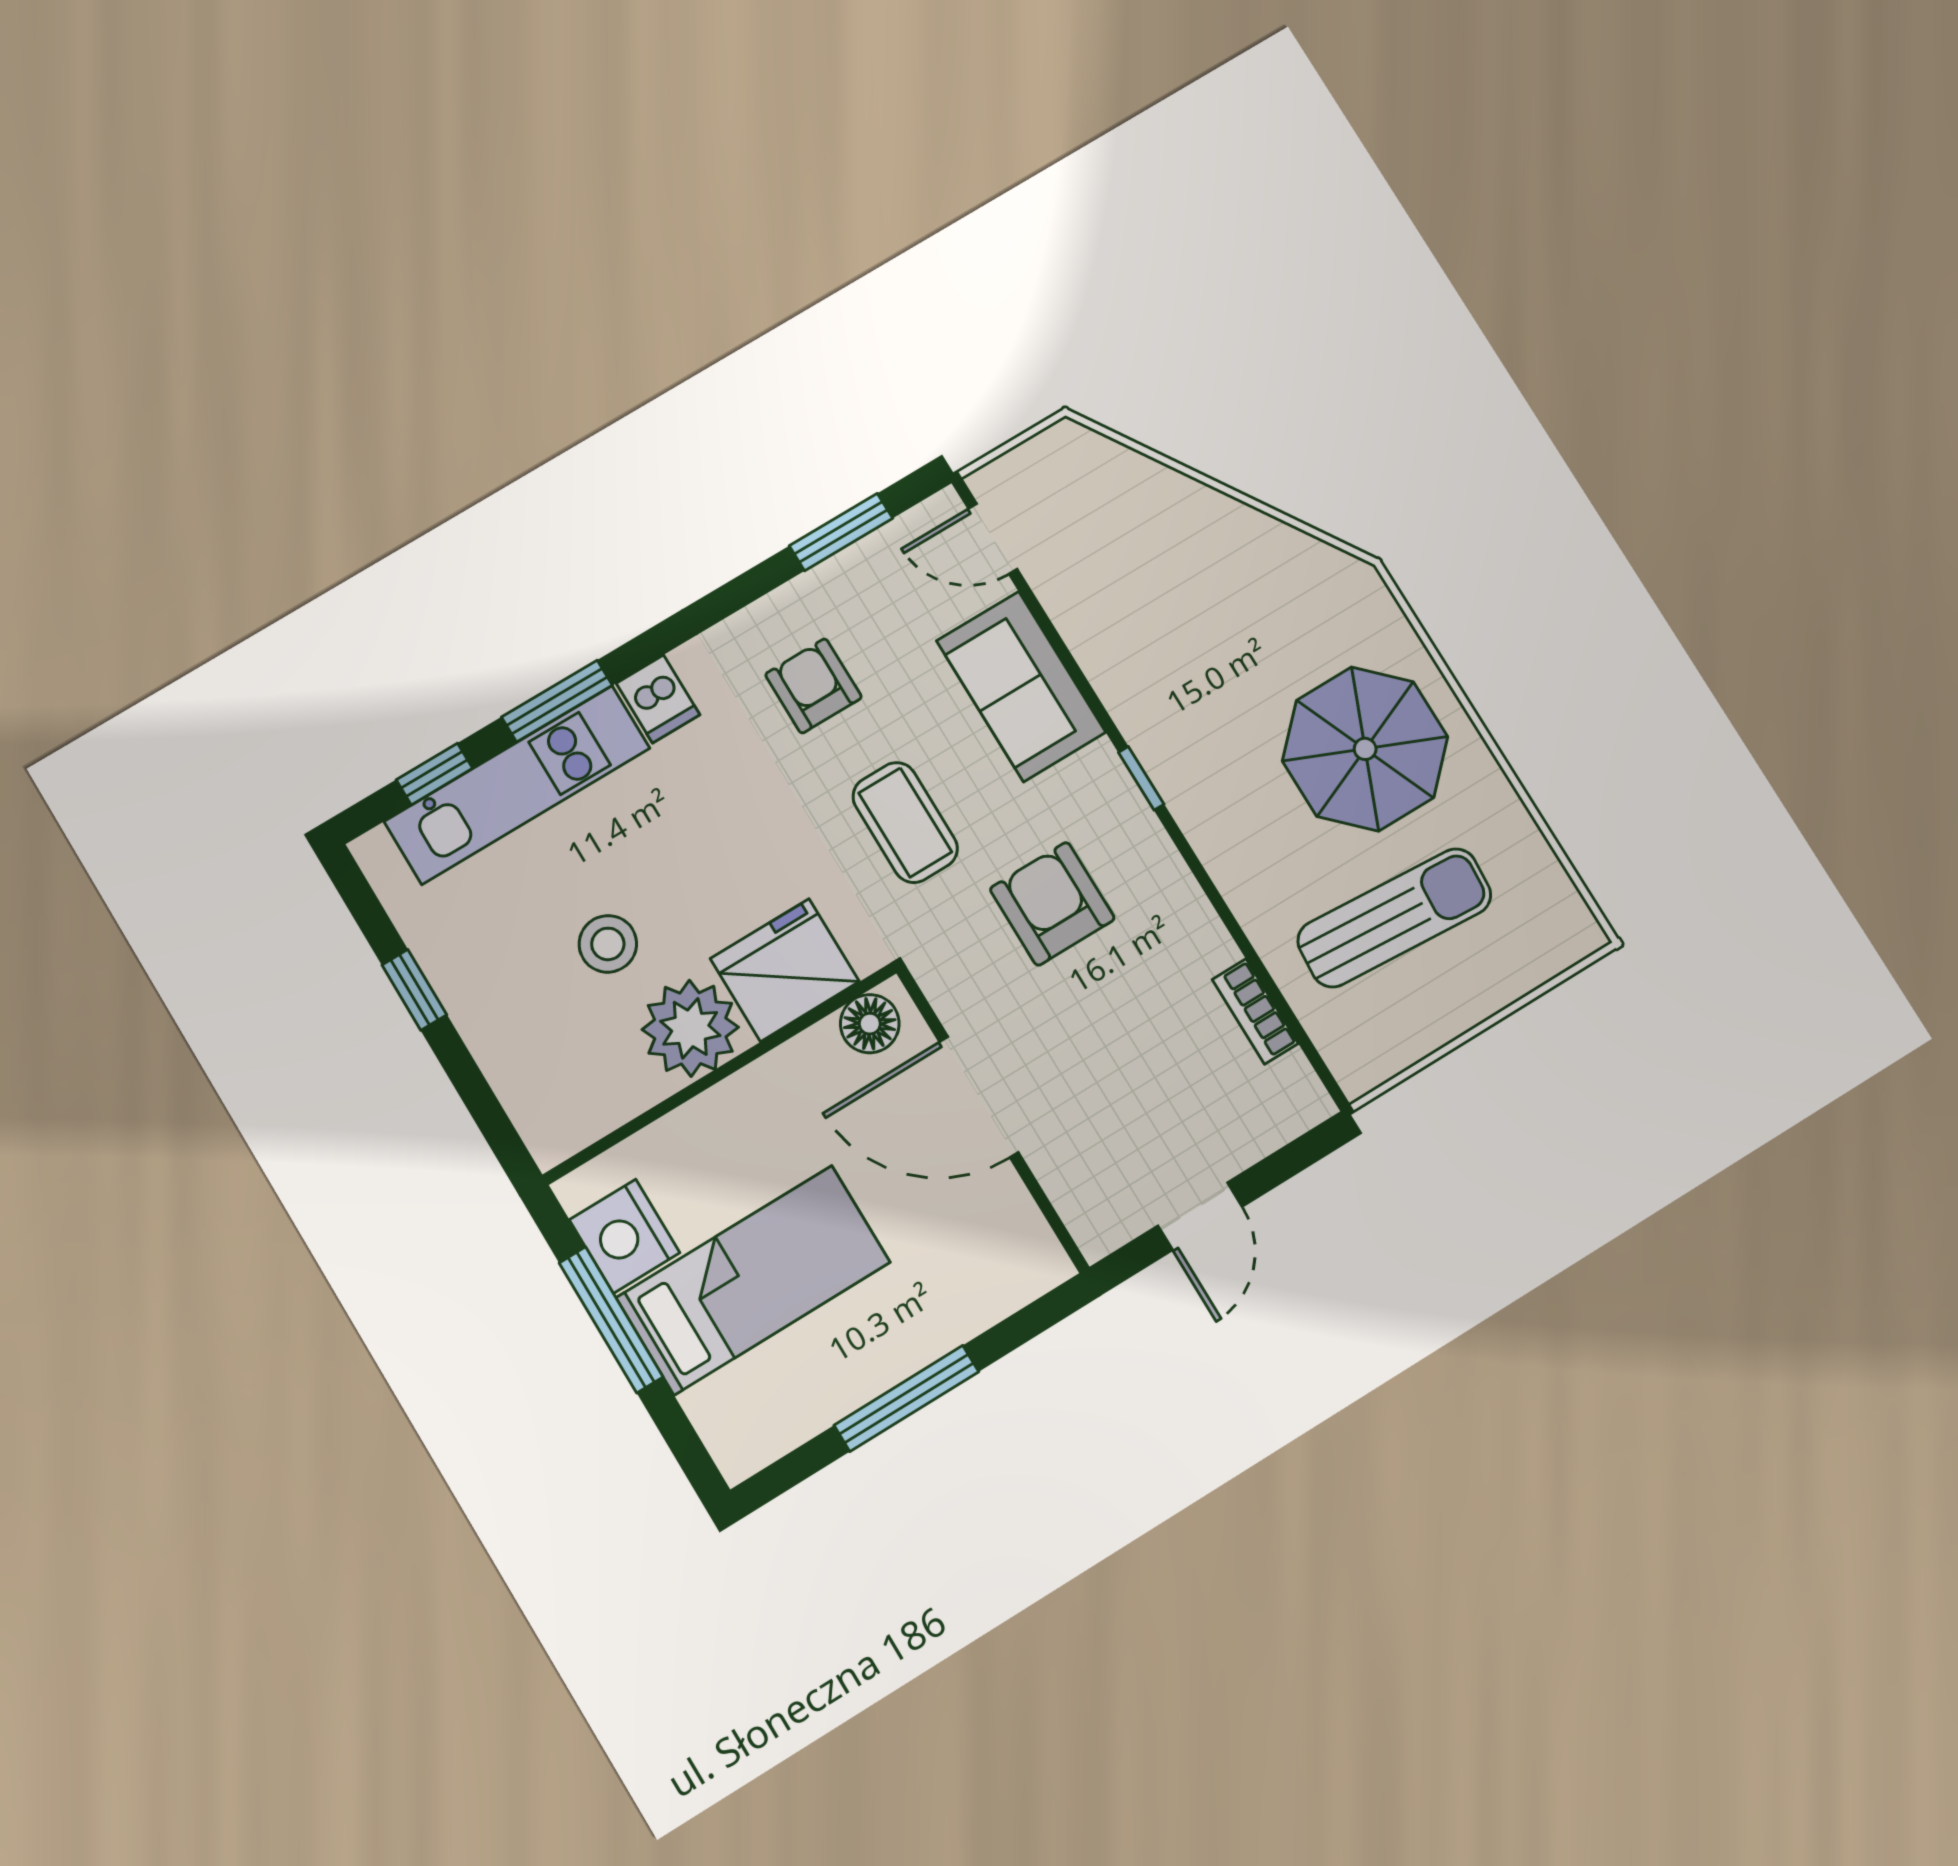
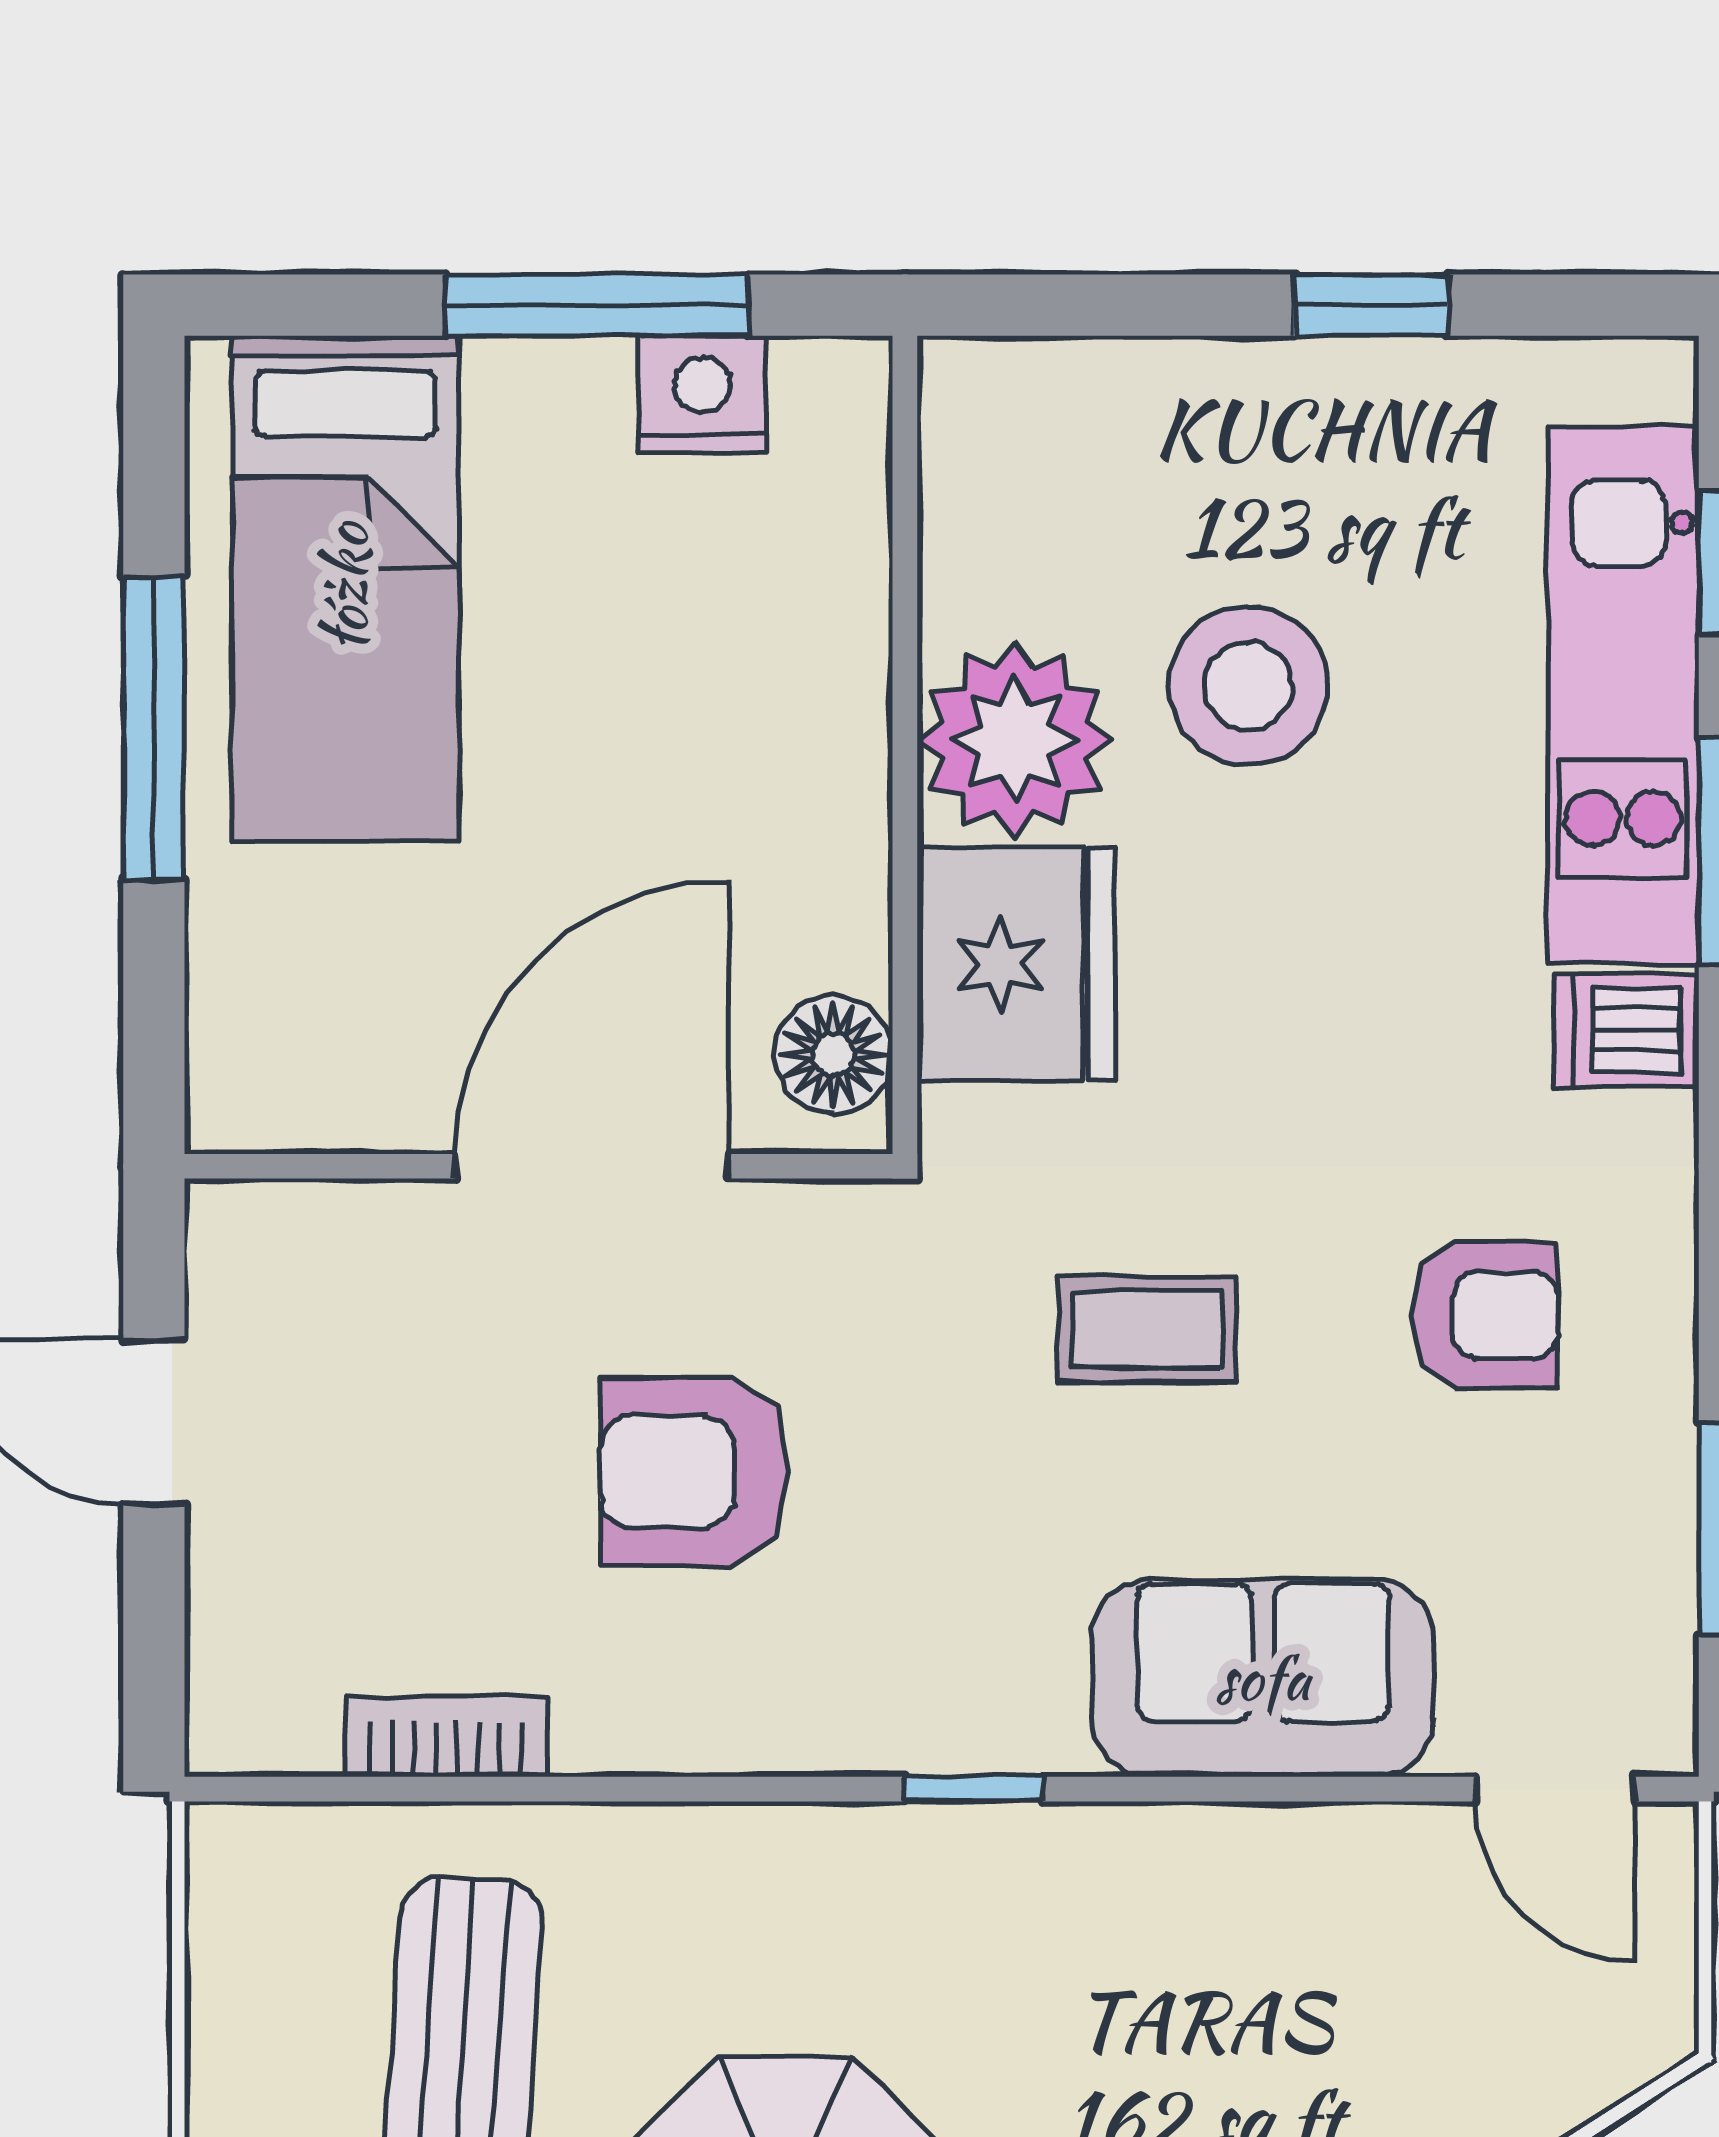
door: (993, 539) -> (1555, 1789), swing flipped
coffee table: (905, 822) -> (1147, 1329), width x0.73, depth x0.77
armchair: (1052, 904) -> (694, 1472), moved, turned 180
stool: (608, 944) -> (1248, 686), width x1.38, depth x1.38
nightstand: (624, 1236) -> (703, 394), width x0.74, depth x0.75
bed: (753, 1280) -> (345, 588), moved

